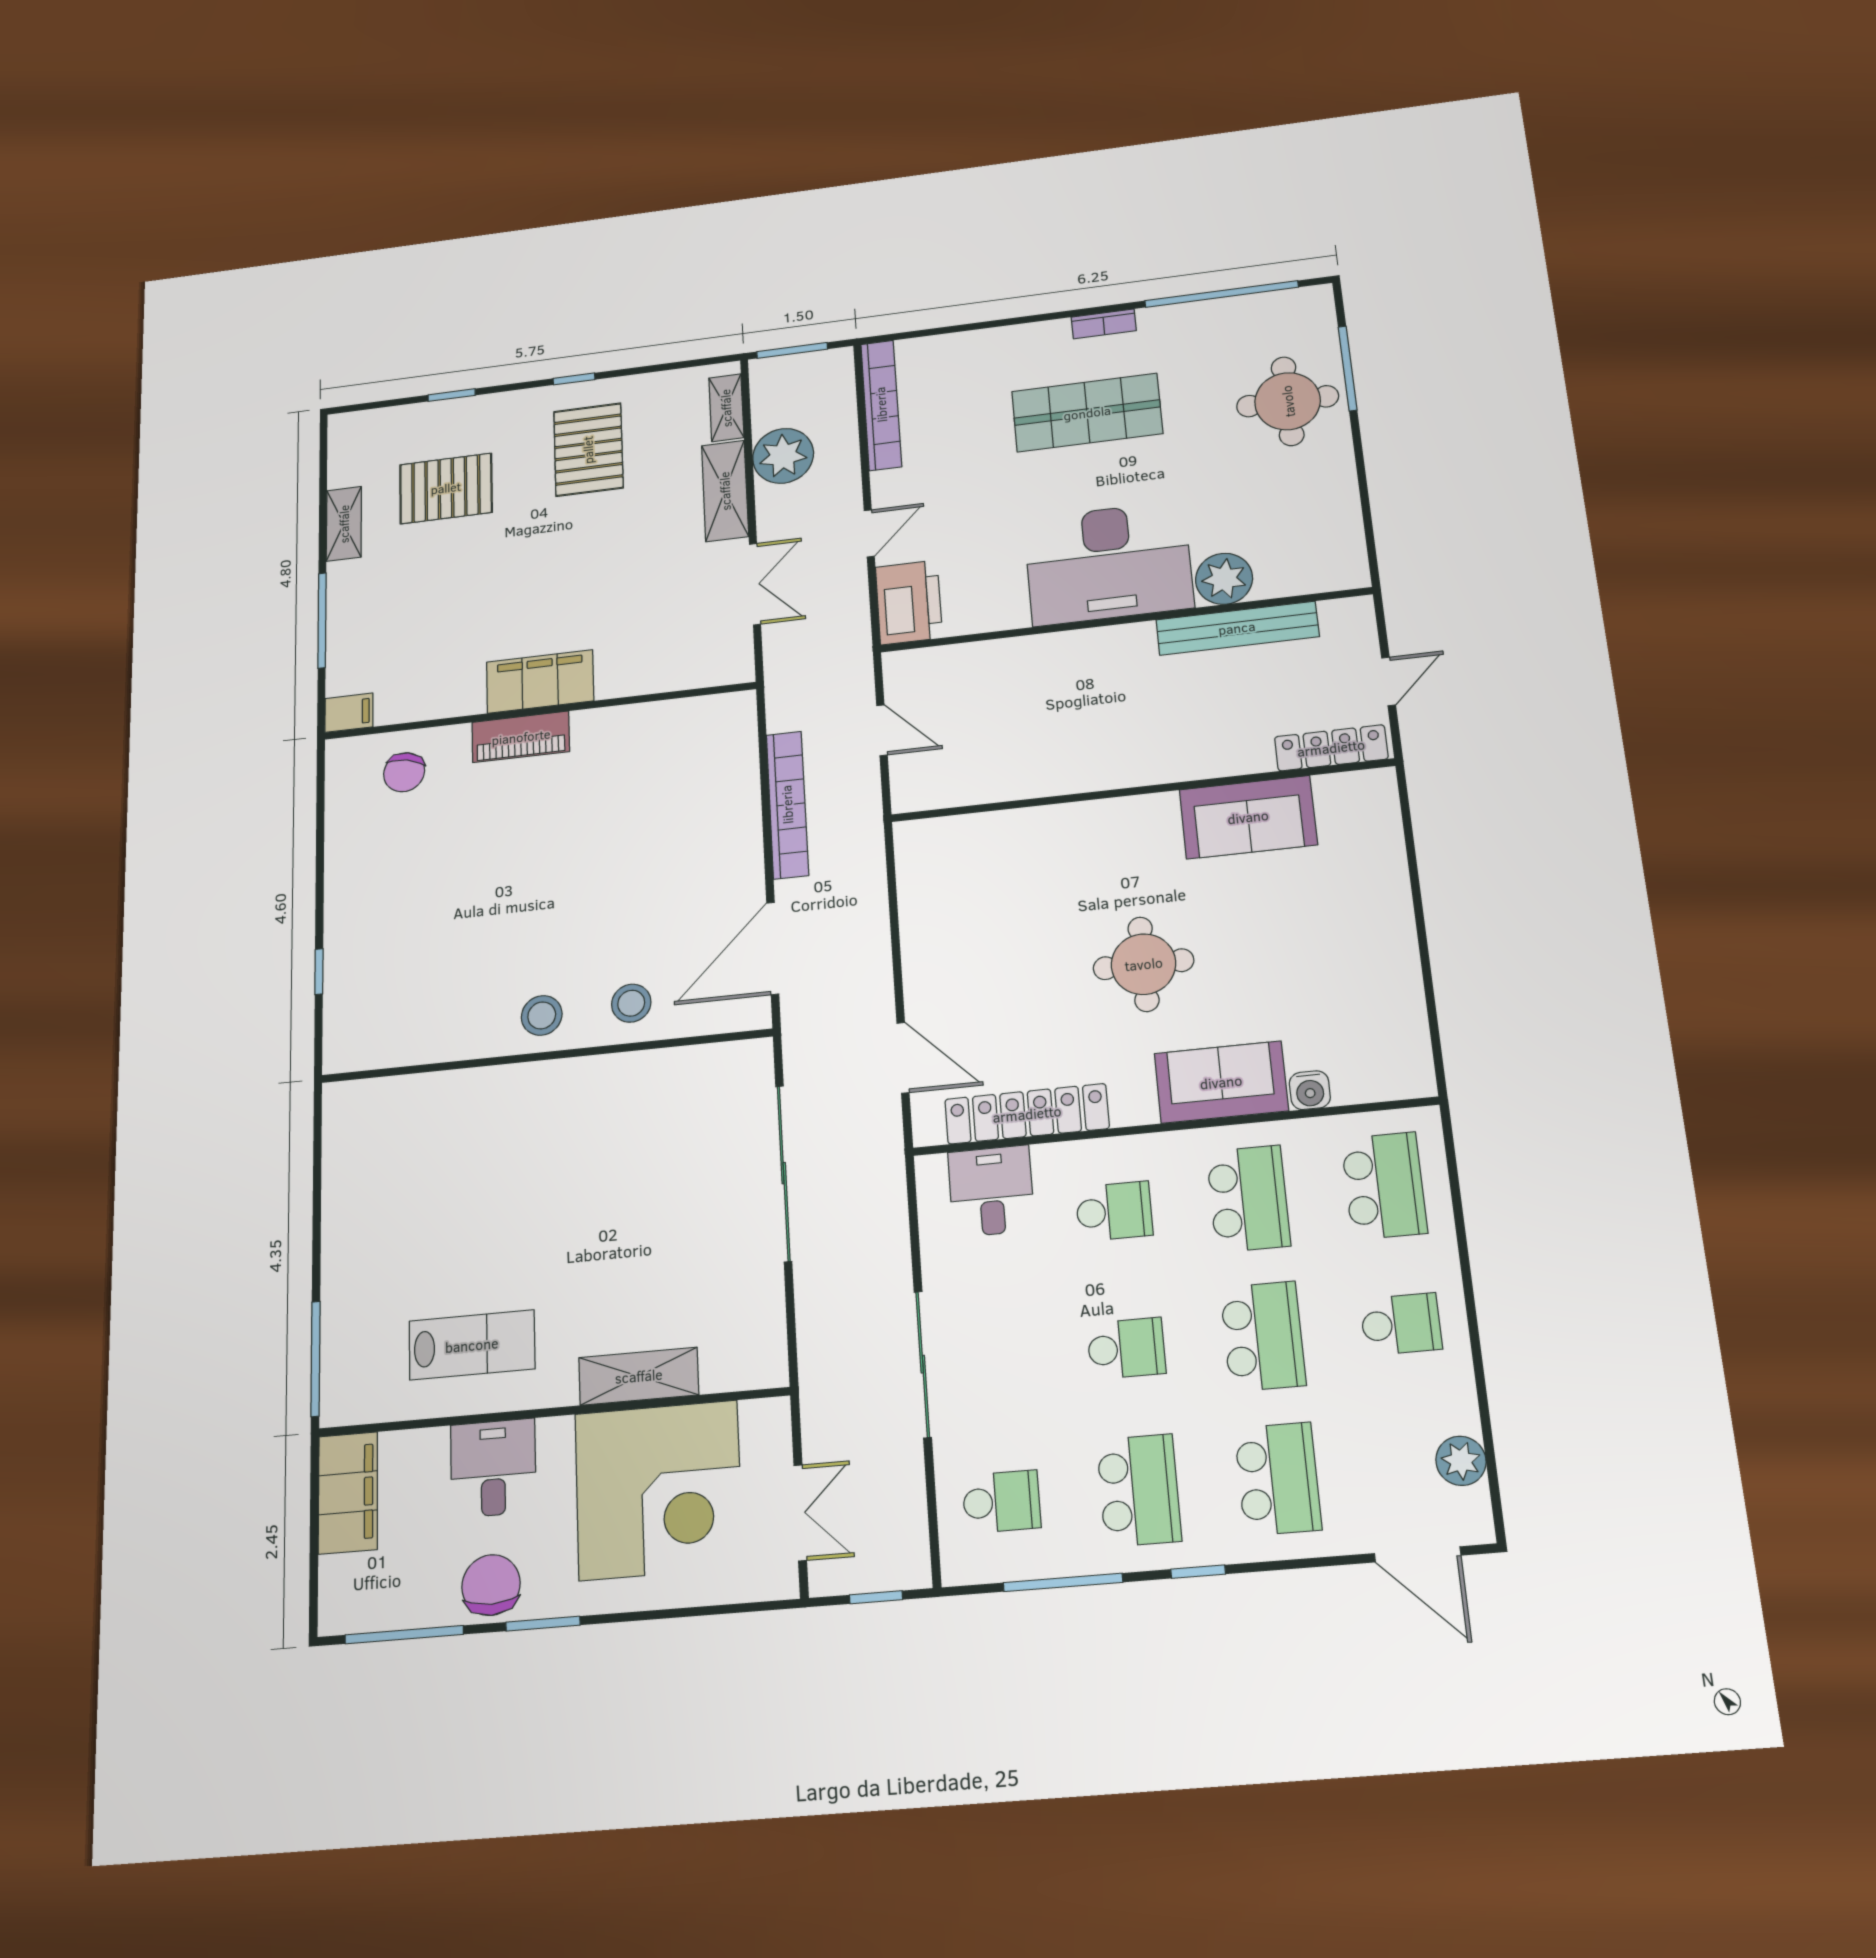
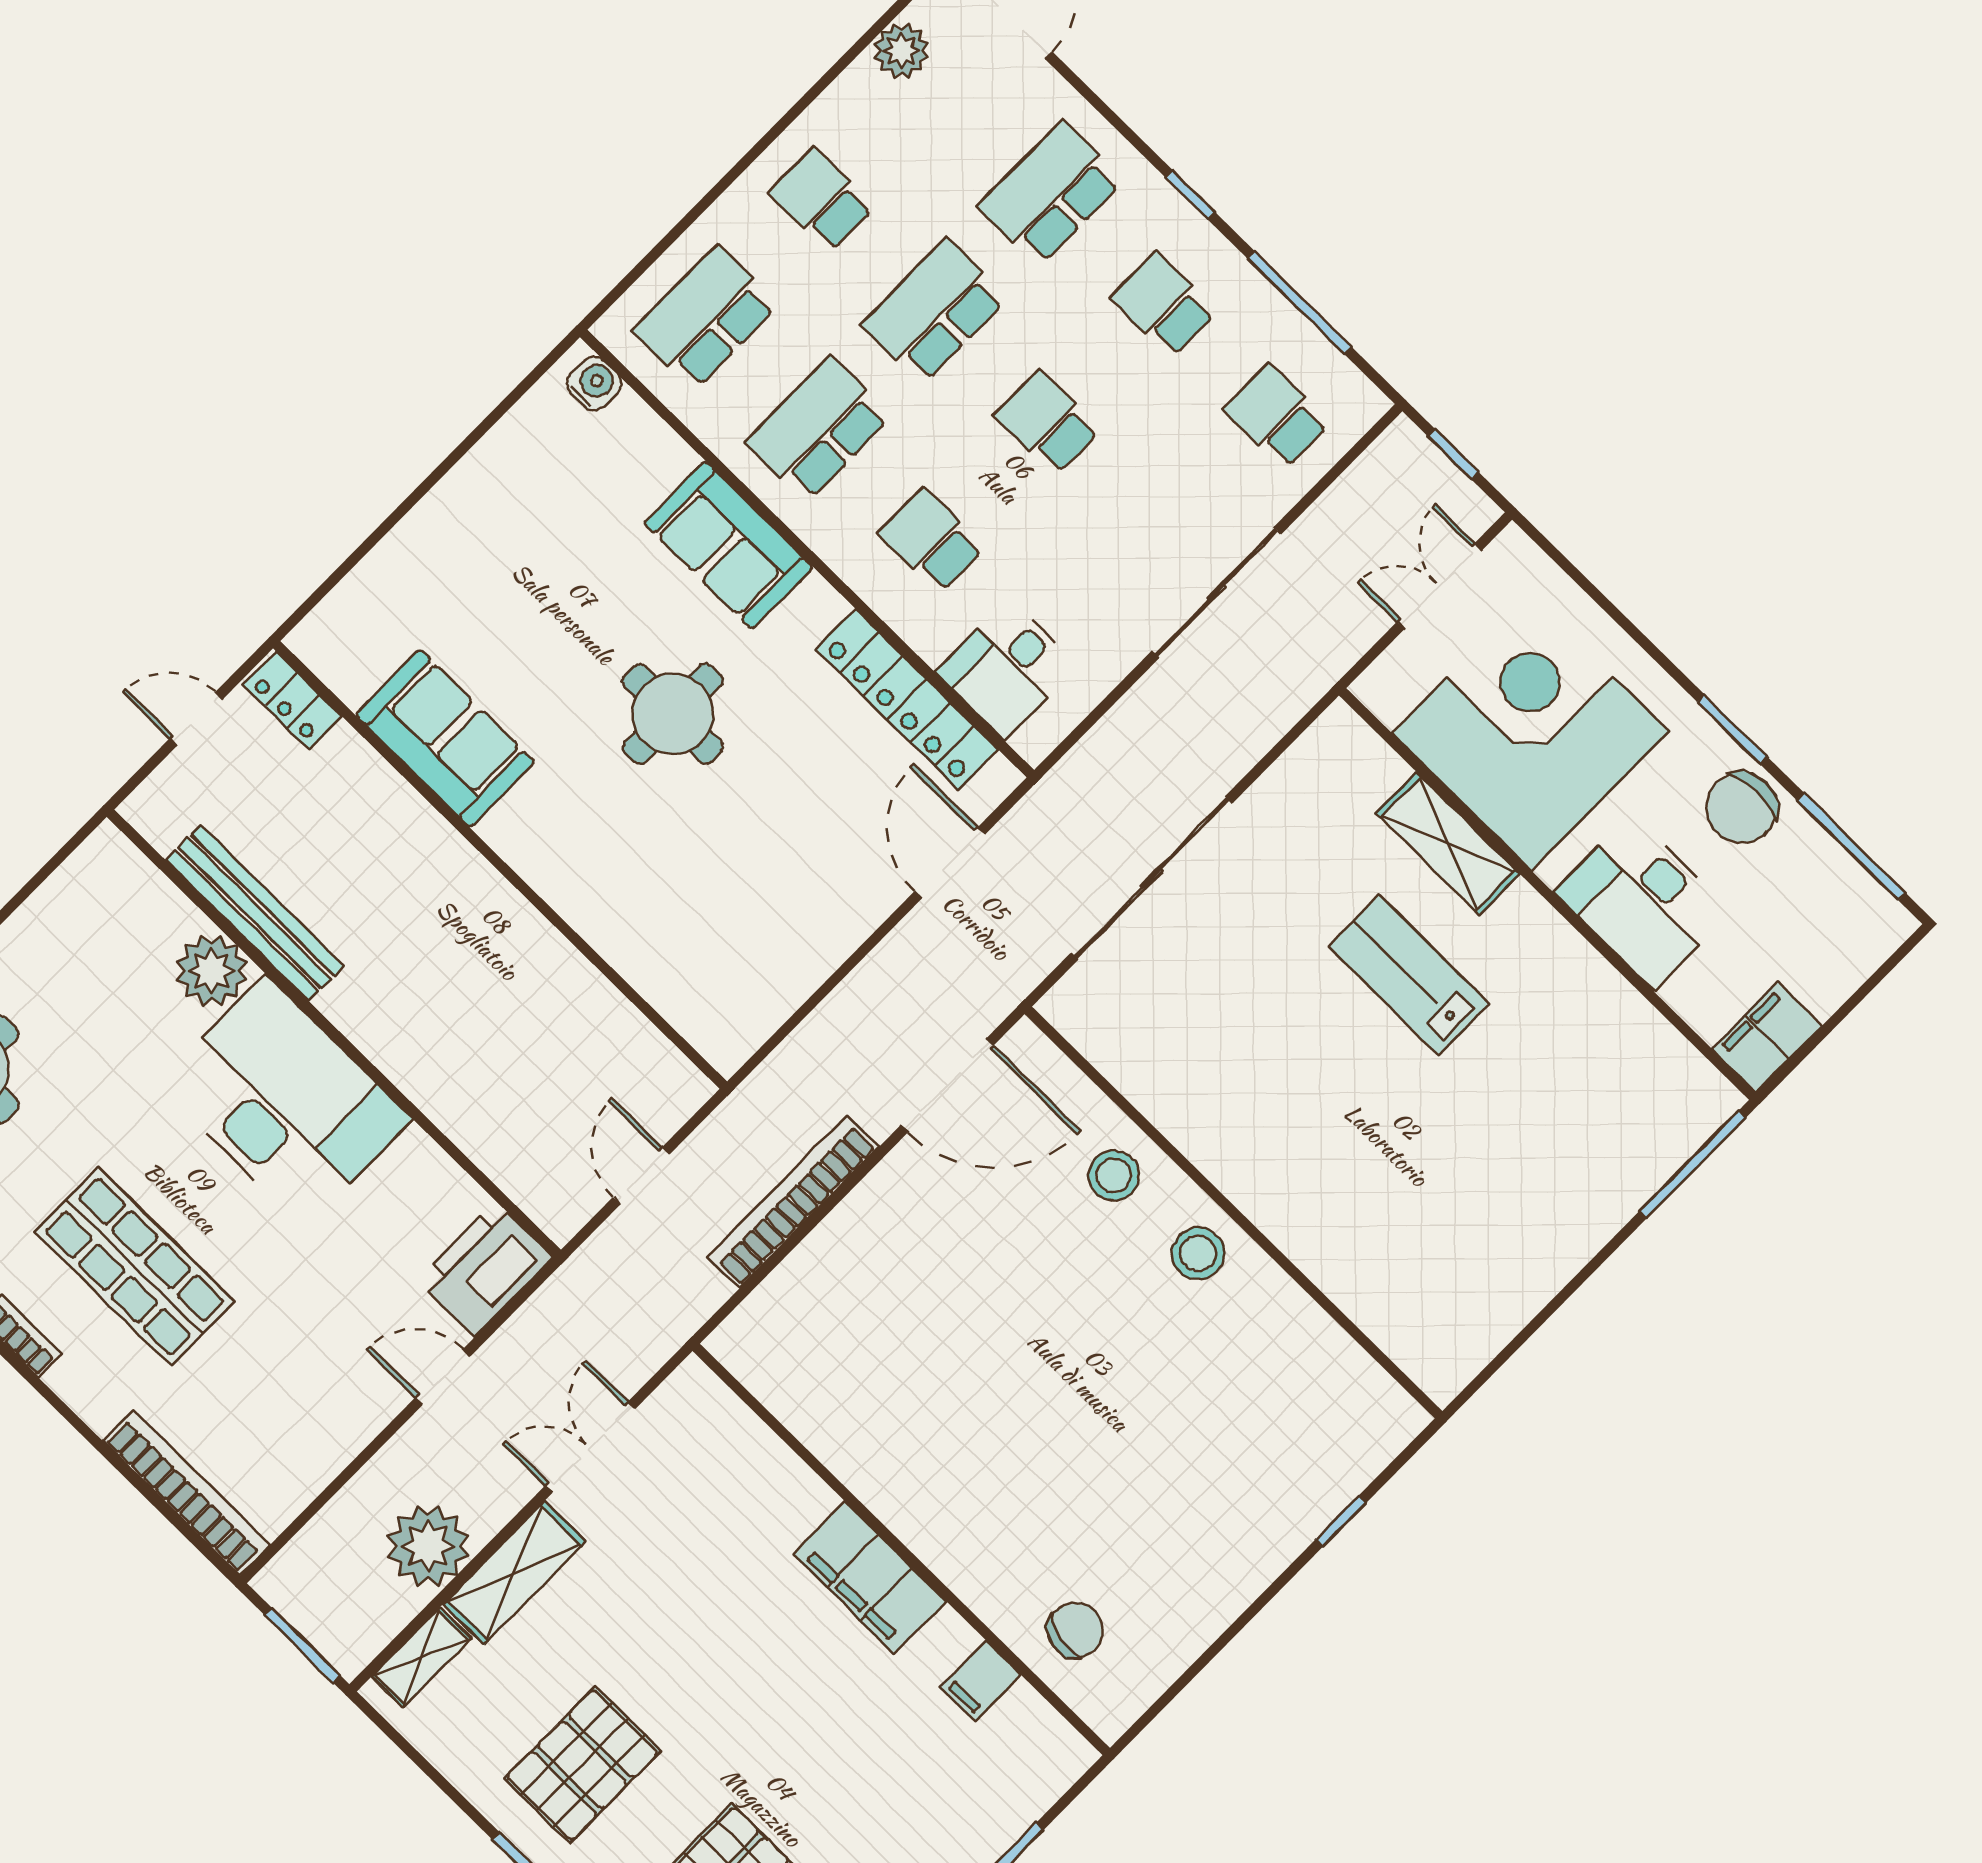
bookcase: (881, 405) -> (186, 1493), moved, turned 90
filing cabinet: (349, 713) -> (981, 1681), moved, turned -90
piano: (521, 737) -> (942, 1542), removed
locker: (1331, 748) -> (293, 700), width x0.66
water cooler: (1310, 1090) -> (594, 383), moved
lab bench: (472, 1345) -> (1409, 975), moved
desk: (493, 1468) -> (1642, 902), width x1.37
school desk: (1139, 1490) -> (1164, 305), width x0.54
filing cabinet: (348, 1493) -> (1767, 1037), width x0.67, depth x0.86

